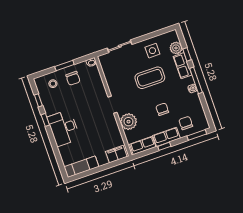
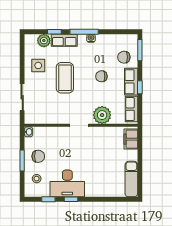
desk: (64, 128) -> (67, 183), moved

